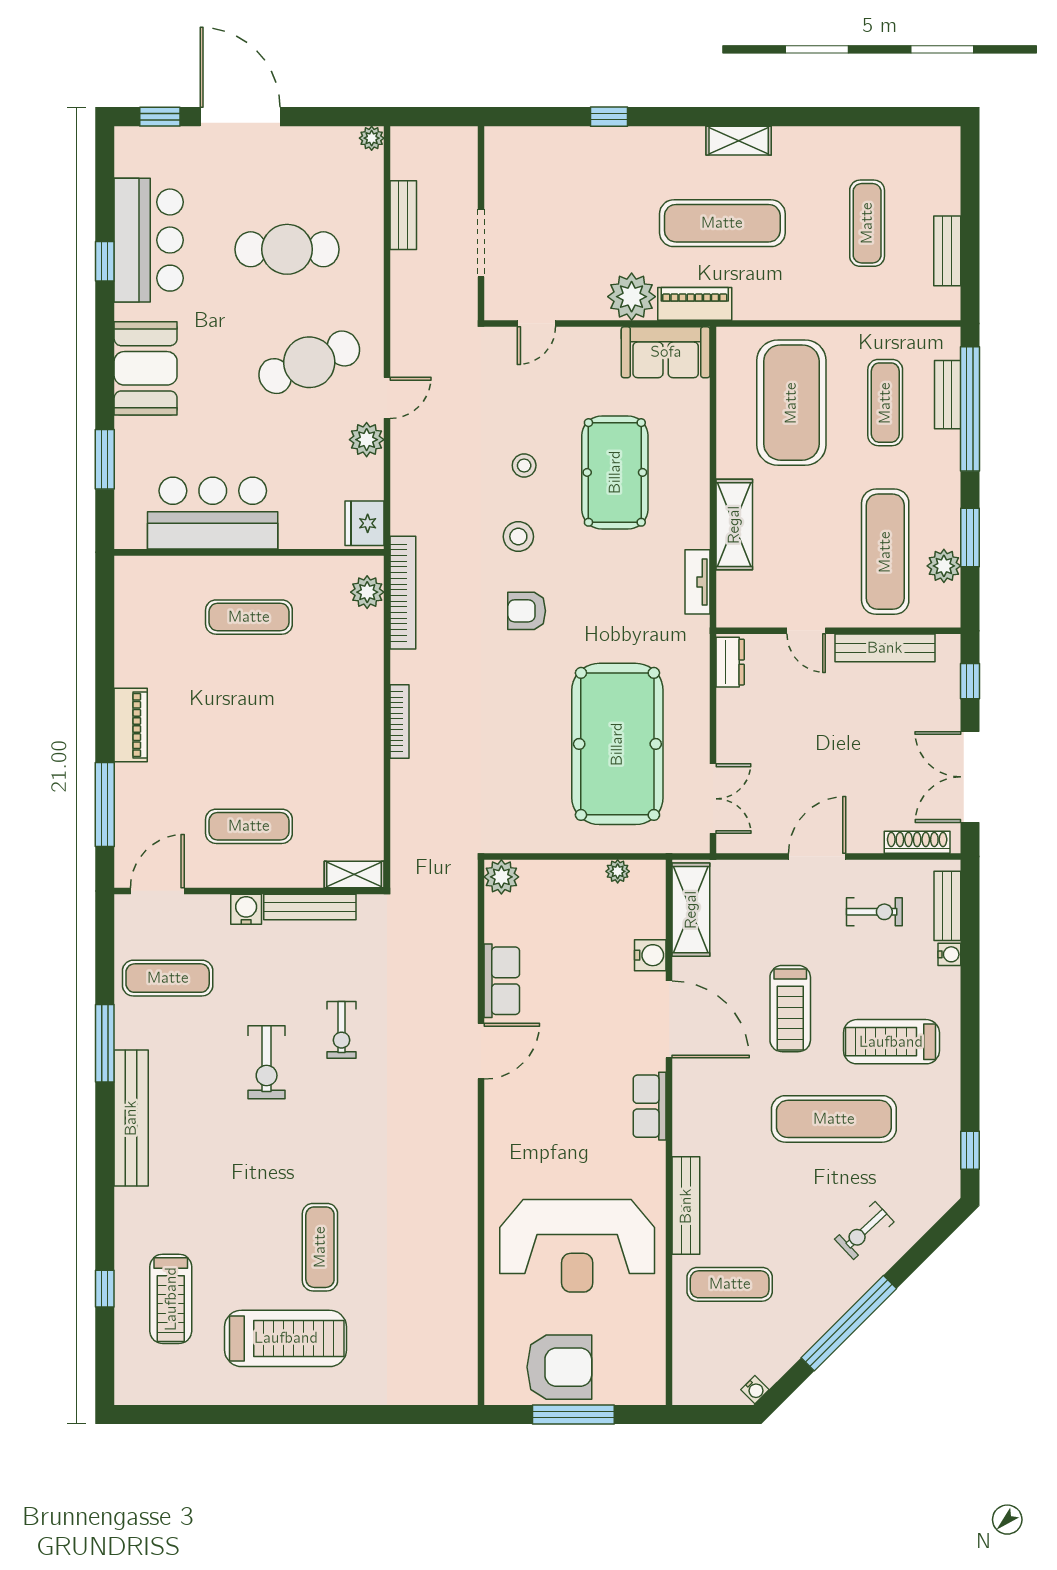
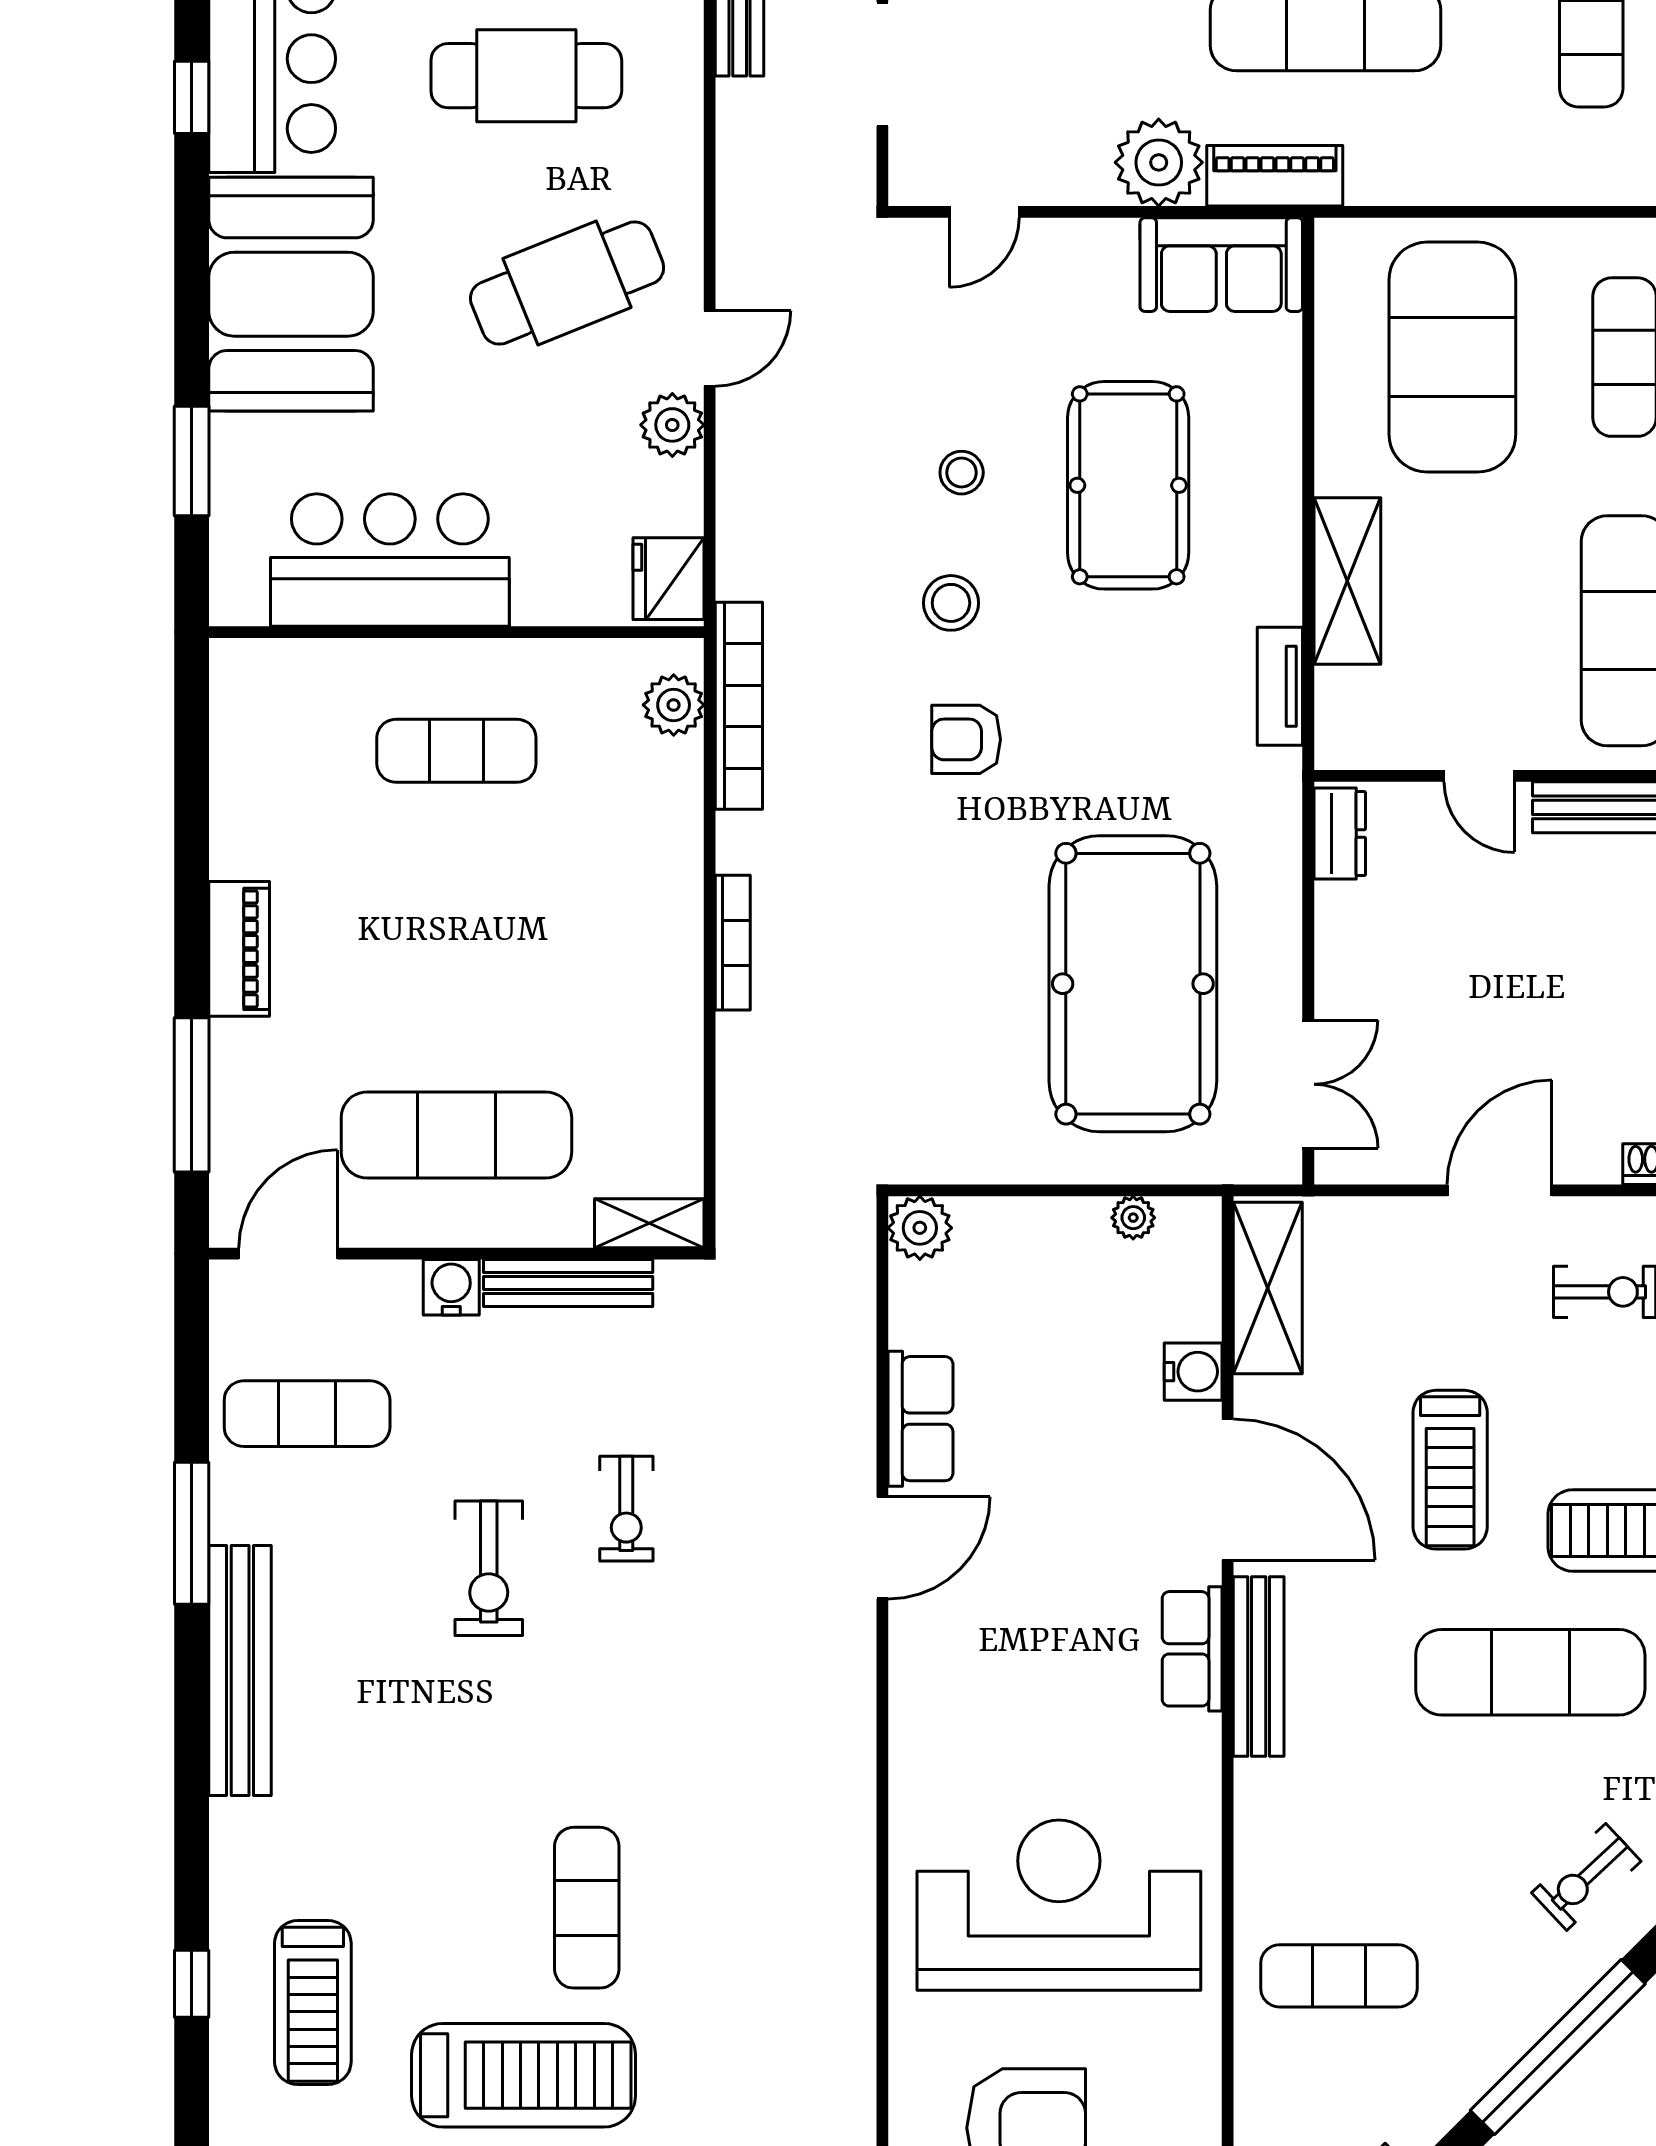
booth: (146, 368) -> (291, 294), width x1.36, depth x1.42
exercise mat: (249, 826) -> (456, 1135), width x1.36, depth x1.45
bench: (686, 1206) -> (1259, 1666), moved
reception desk: (577, 1246) -> (1059, 1905), turned 180

